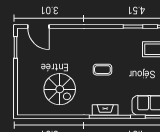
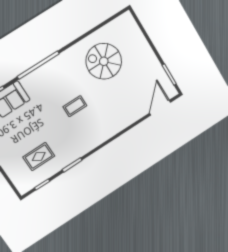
door: (38, 26) -> (160, 108), hinge flipped
fireplace: (105, 110) -> (47, 69), removed

